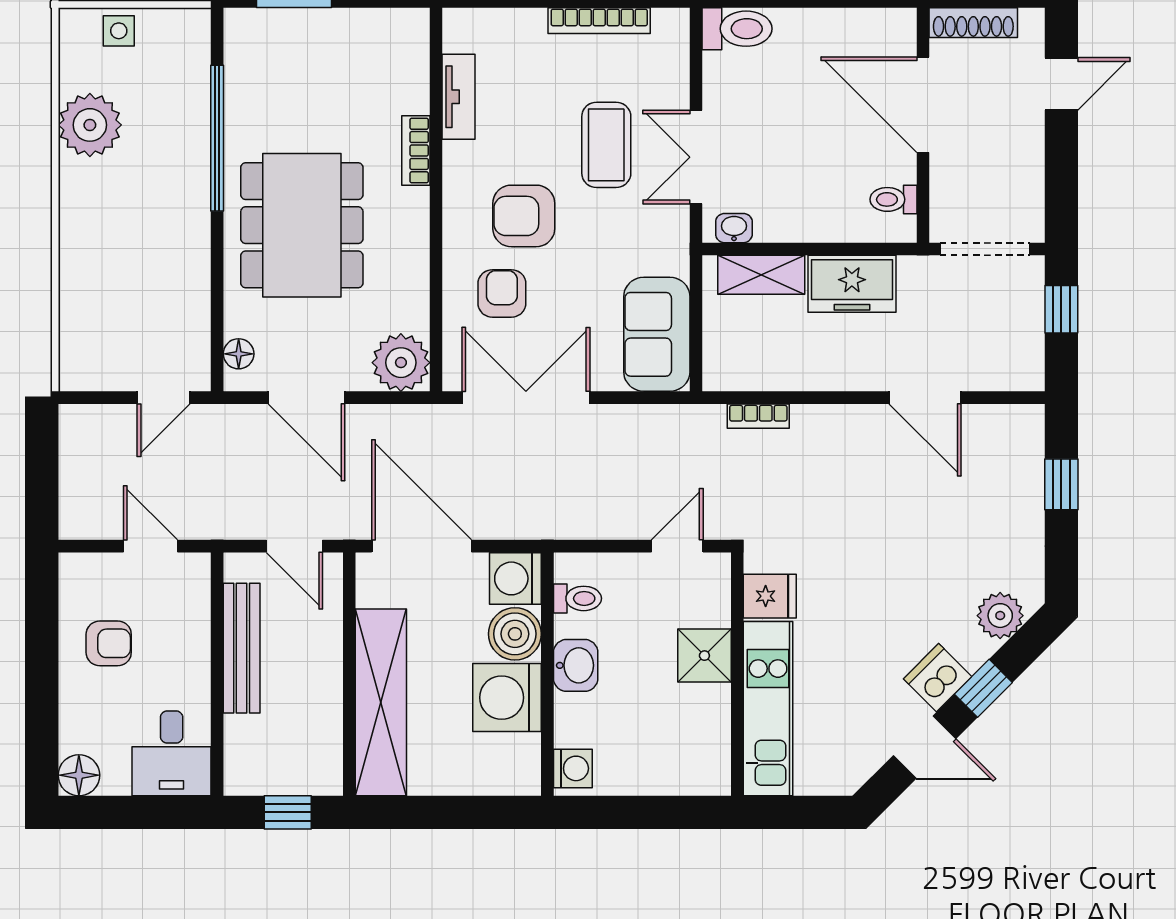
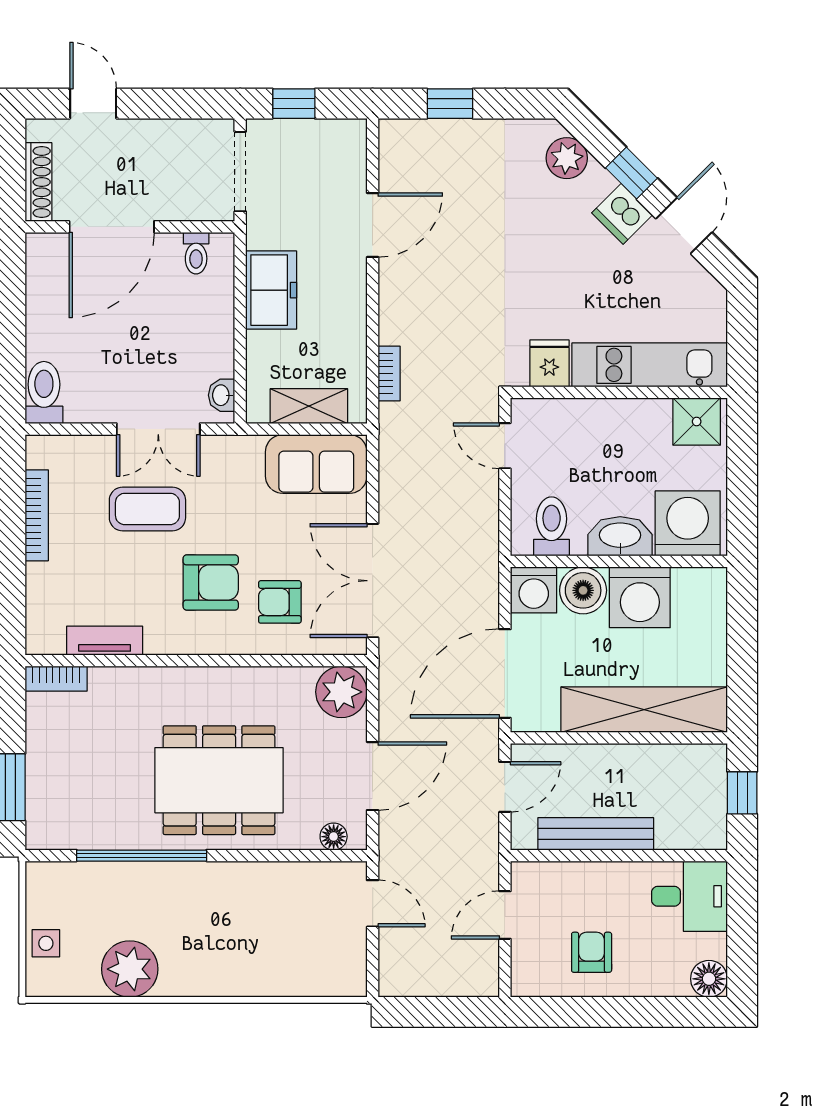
bookcase: (416, 151) -> (56, 679), moved
armchair: (524, 216) -> (211, 582), turned -90
shelving: (761, 275) -> (309, 406), moved, turned 90
toilet: (577, 598) -> (552, 526), width x1.37, depth x1.39
shower: (704, 656) -> (697, 421), moved
washbasin: (576, 665) -> (620, 536), width x1.38
washing machine: (573, 768) -> (688, 523), width x1.89, depth x1.89

